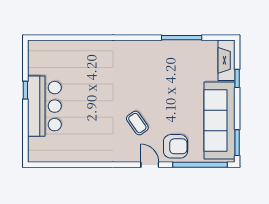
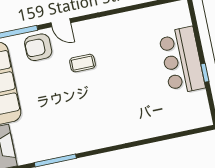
coffee table: (137, 123) -> (82, 63), turned -55

